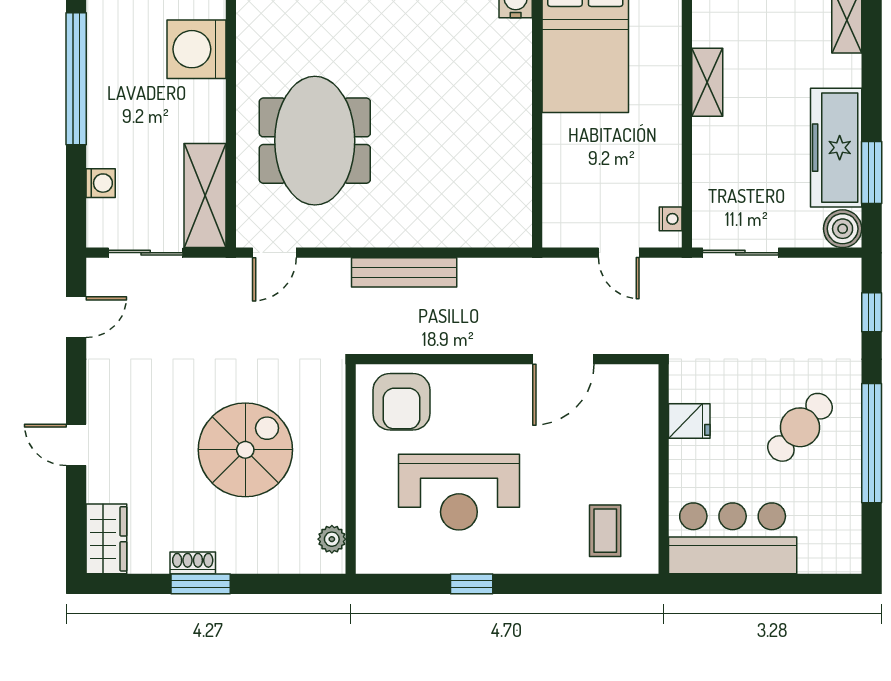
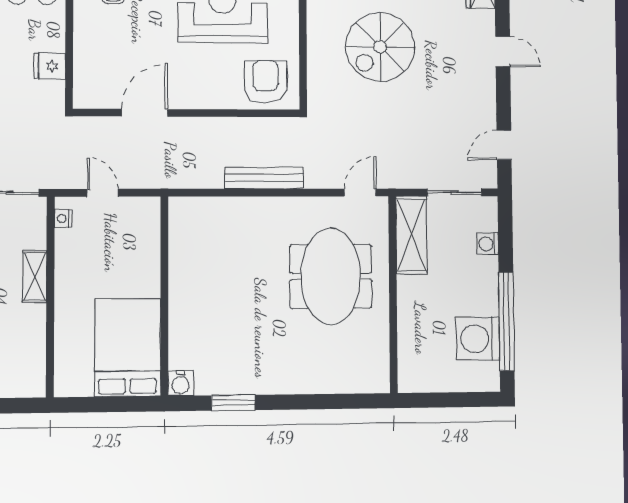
washing machine: (197, 49) -> (478, 339), moved, turned 180
shelving: (707, 82) -> (35, 277), moved

